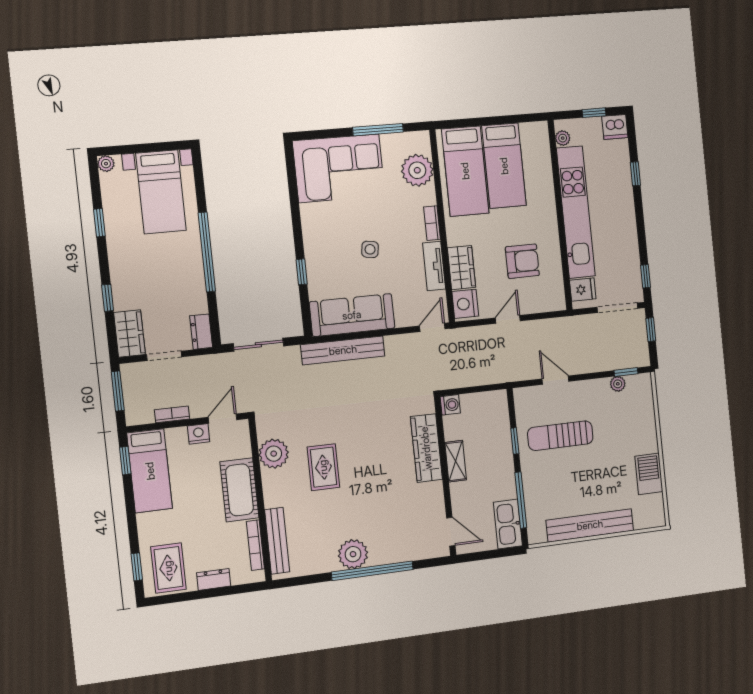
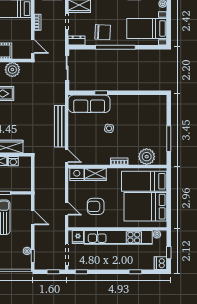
bed: (504, 166) -> (145, 207), width x1.50
corner sofa: (339, 168) -> (151, 117), removed
armchair: (522, 261) -> (96, 206), turned 90
tv unit: (434, 266) -> (98, 160), removed
chair: (178, 281) -> (103, 32), added
sofa: (352, 315) -> (89, 104), moved, turned 90
door: (508, 319) -> (67, 209), moved
bench: (343, 350) -> (60, 126), moved
door: (555, 380) -> (33, 218), hinge flipped
washing machine: (450, 405) -> (13, 161), moved
nightstand: (199, 434) -> (27, 34), removed

